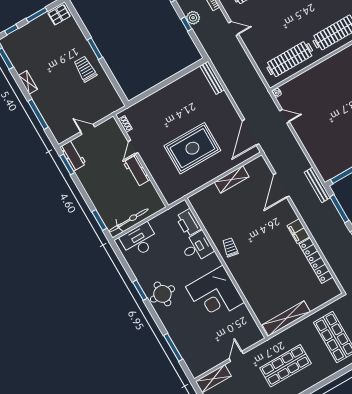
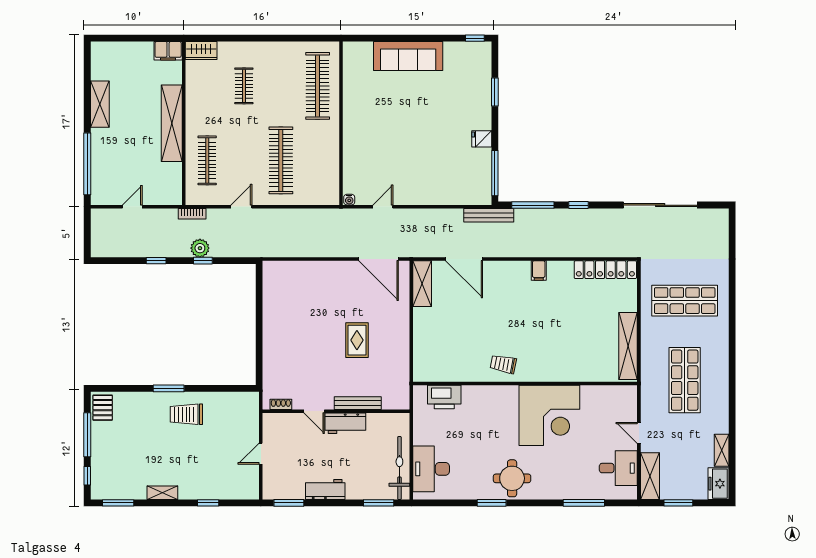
window: (37, 15) -> (87, 435), width x1.44
clothes rail: (290, 59) -> (281, 160), moved
bench: (212, 78) -> (358, 403), moved
window: (38, 114) -> (208, 503), width x0.46
rug: (192, 148) -> (357, 340), width x0.54, depth x0.49
workbench: (73, 155) -> (325, 489), moved
shelving: (232, 179) -> (422, 284), moved
filing cabinet: (298, 231) -> (539, 271), width x0.50
desk: (197, 247) -> (618, 468), moved, turned 90
locker: (316, 261) -> (605, 270), moved

